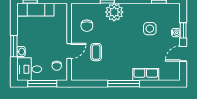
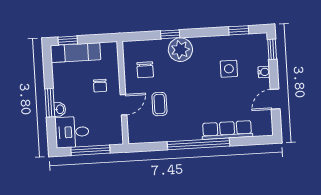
window: (183, 30) -> (272, 49), moved
chair: (57, 66) -> (100, 86), moved
row of seats: (146, 75) -> (227, 130), width x1.48
window: (124, 84) -> (198, 144), width x1.46

